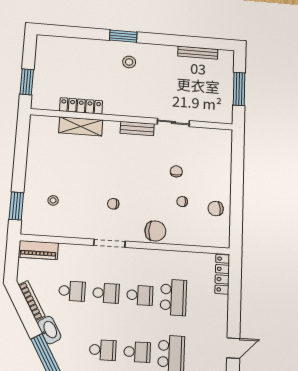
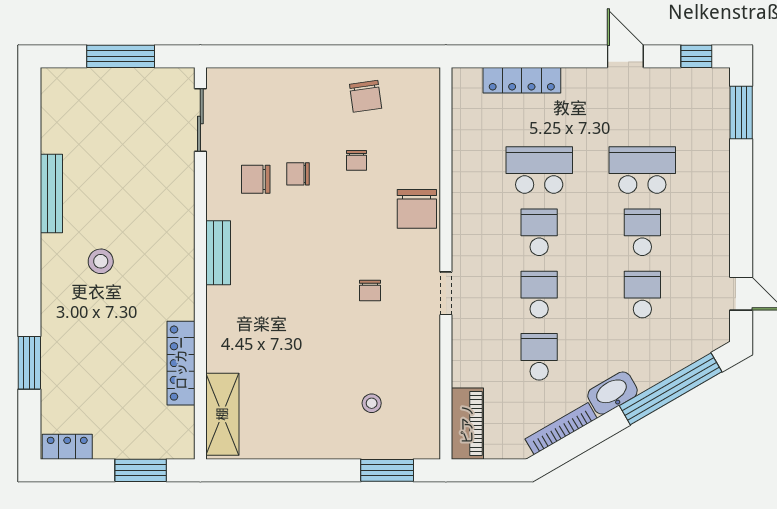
window: (123, 36) -> (29, 363), moved
locker: (42, 48) -> (67, 447), added
bench: (198, 53) -> (51, 194), moved
stool: (129, 62) -> (101, 261), moved
sliding door: (173, 122) -> (200, 120), moved
shelving: (81, 126) -> (222, 414), moved
chair: (174, 150) -> (256, 179), added
chair: (155, 231) -> (417, 209), turned 180
doorway: (109, 243) -> (446, 293), width x0.73
locker: (222, 274) -> (522, 80), moved

